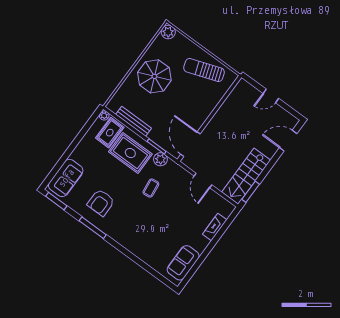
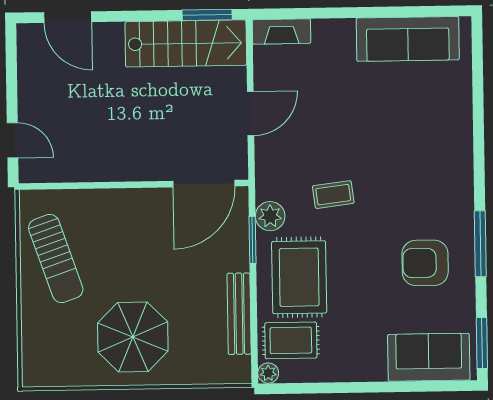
plant: (168, 32) -> (37, 372), removed
door: (271, 96) -> (13, 140), moved
armchair: (101, 203) -> (425, 263), turned 180
fireplace: (215, 227) -> (282, 32), moved
sofa: (183, 263) -> (408, 39), width x1.36

